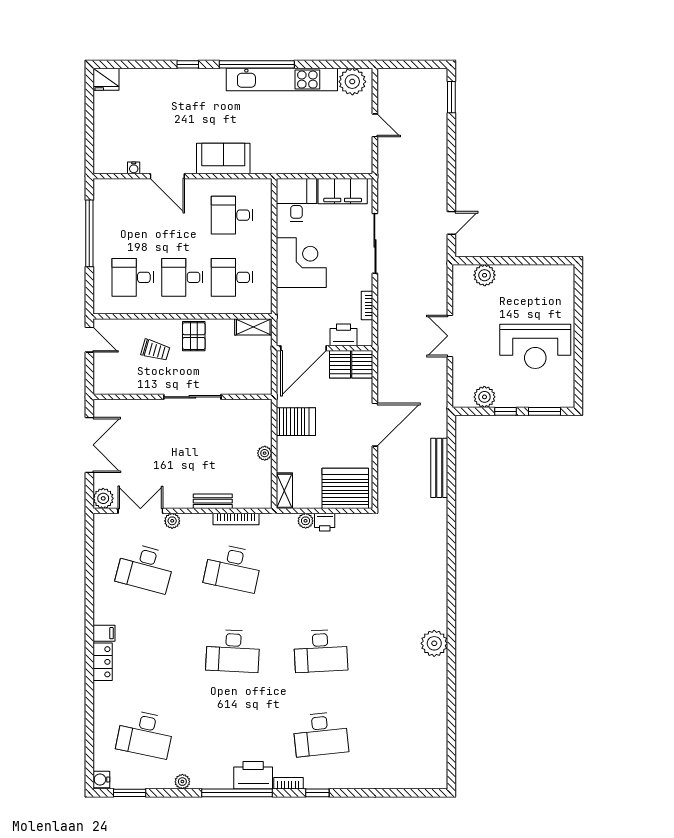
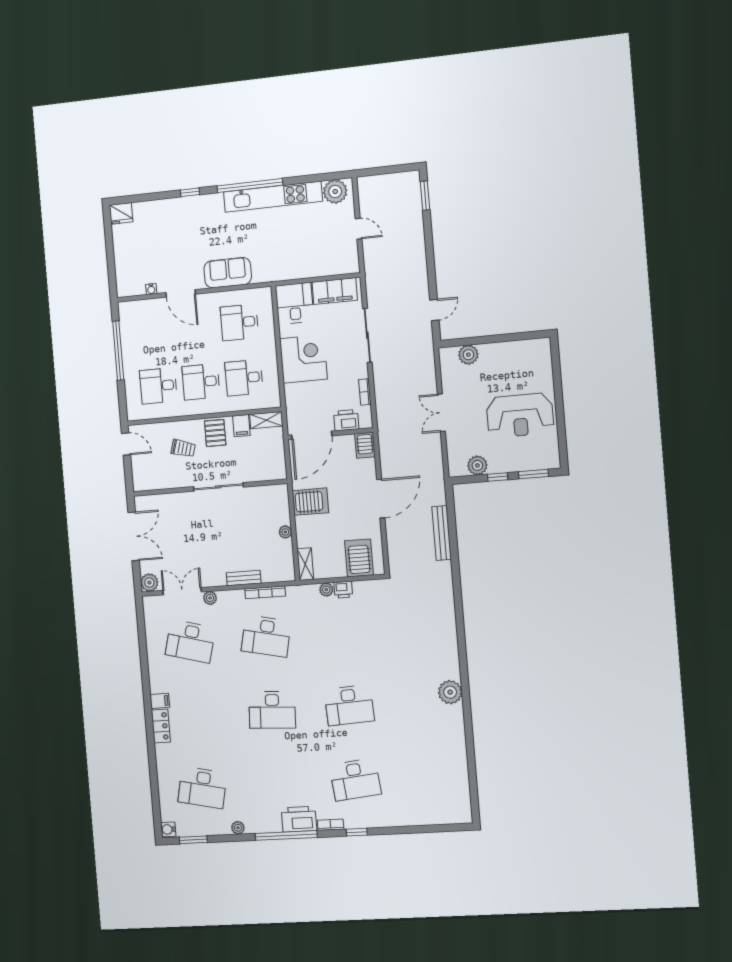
filing cabinet: (225, 331) -> (241, 426), added
server rack: (340, 364) -> (345, 447), removed
server rack: (345, 488) -> (359, 558), width x0.62

